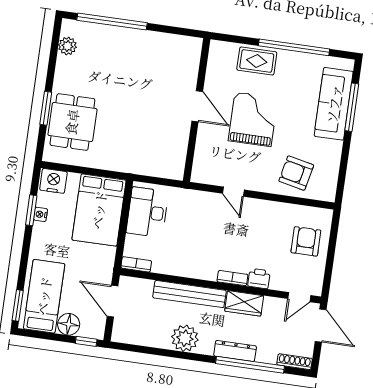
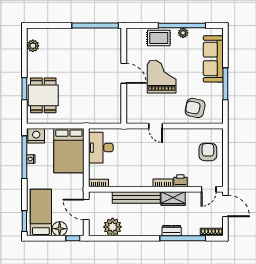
window: (112, 22) -> (95, 26), moved
plant: (294, 59) -> (183, 33), added
window: (352, 107) -> (225, 84), moved
window: (31, 210) -> (24, 157), width x2.11
plant: (185, 338) -> (113, 227), moved
dresser: (235, 351) -> (172, 231), width x0.70

